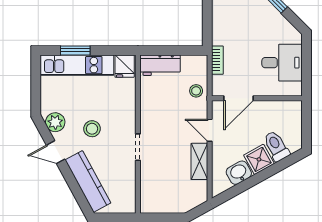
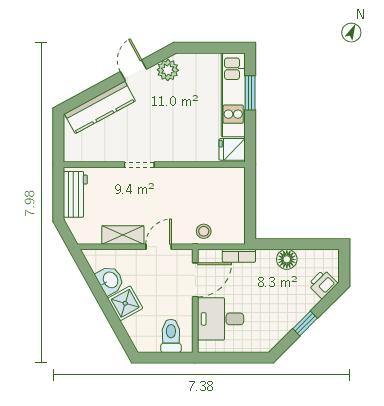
floor lamp: (221, 18) -> (287, 259), added
desk: (282, 63) -> (221, 319), moved, turned 90
workbench: (160, 65) -> (75, 194), moved, turned 180
door: (239, 98) -> (195, 280), swing flipped
stool: (92, 129) -> (160, 112), removed
toilet: (276, 146) -> (171, 336), moved, turned -61

